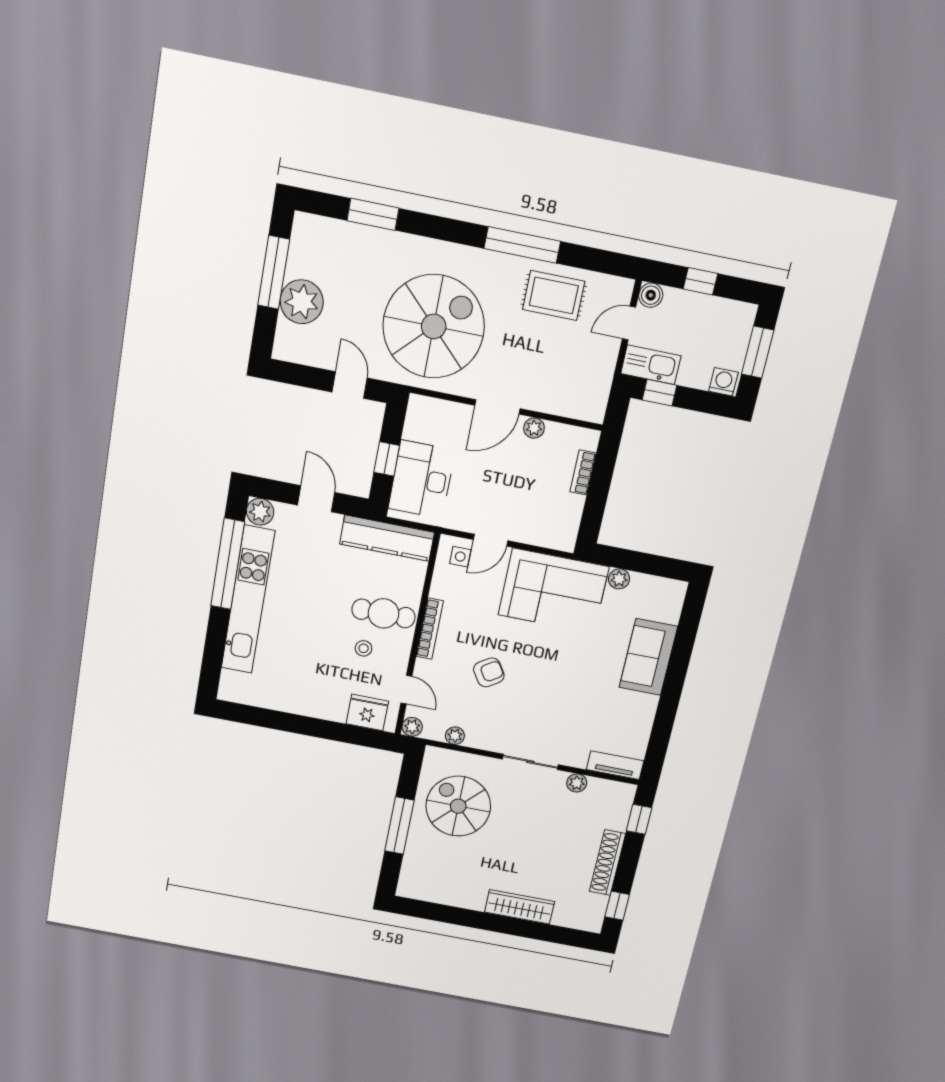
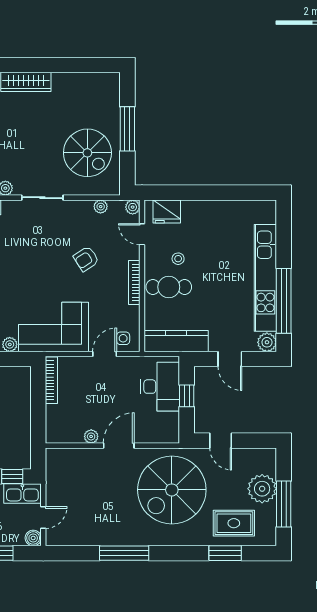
rug: (554, 295) -> (234, 523), moved
bookcase: (583, 473) -> (51, 380), moved, width x1.56

